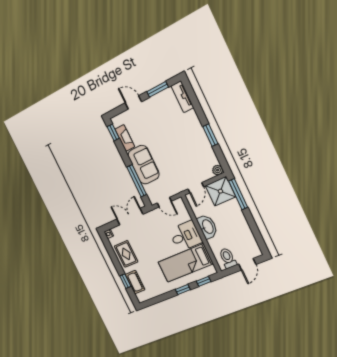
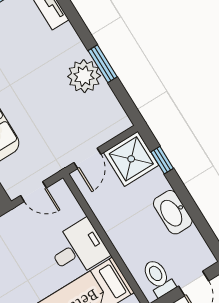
plant: (218, 170) -> (84, 76), moved, width x1.87, depth x1.87
window: (238, 194) -> (162, 160), width x0.46
washbasin: (207, 227) -> (173, 212), moved, turned 180

